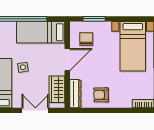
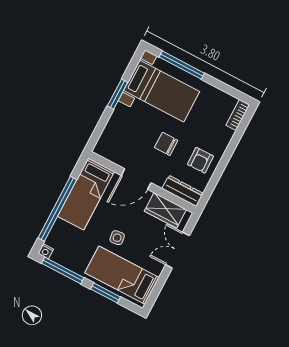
window: (94, 19) -> (118, 94), moved
chair: (86, 39) -> (166, 144), moved
door: (67, 60) -> (136, 179), swing flipped

